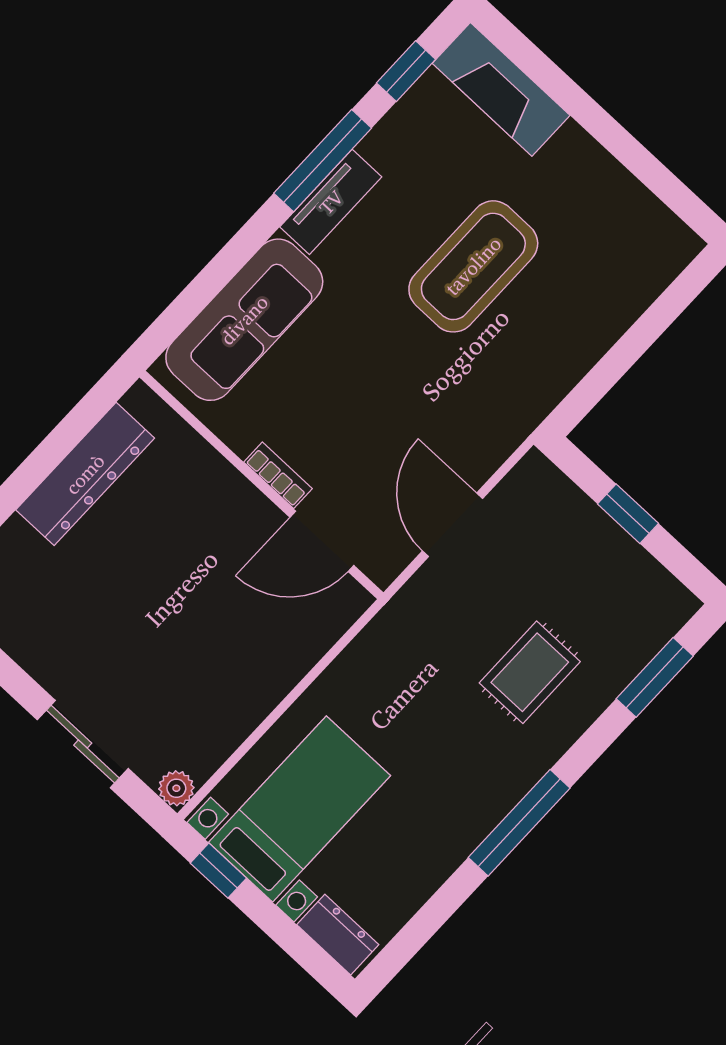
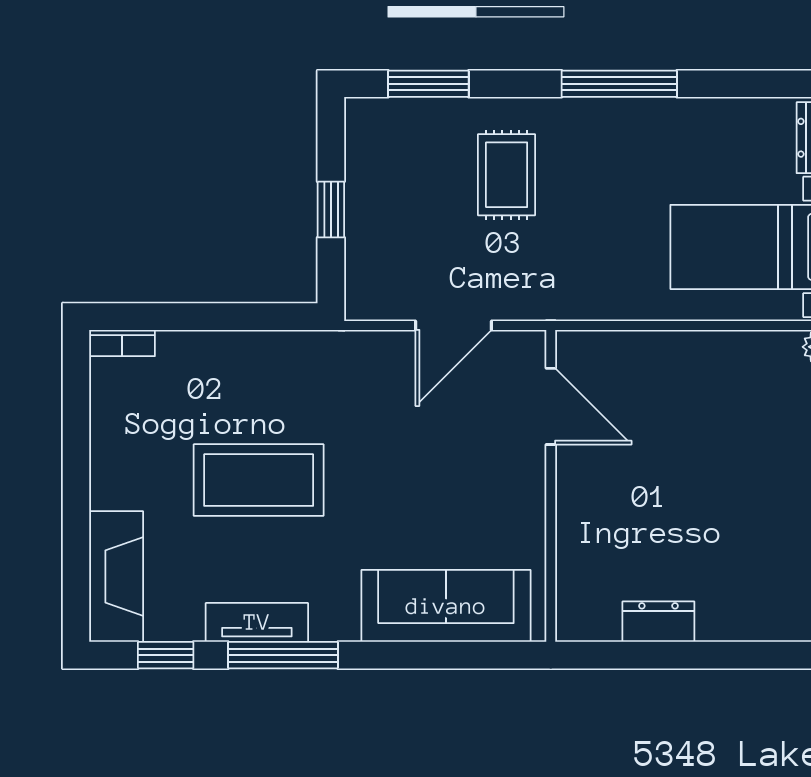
tv unit: (331, 202) -> (257, 622), moved
dresser: (85, 474) -> (658, 622), width x0.51, depth x0.80
bookcase: (278, 475) -> (122, 343), moved, turned -90
rug: (530, 672) -> (507, 175), turned 90

